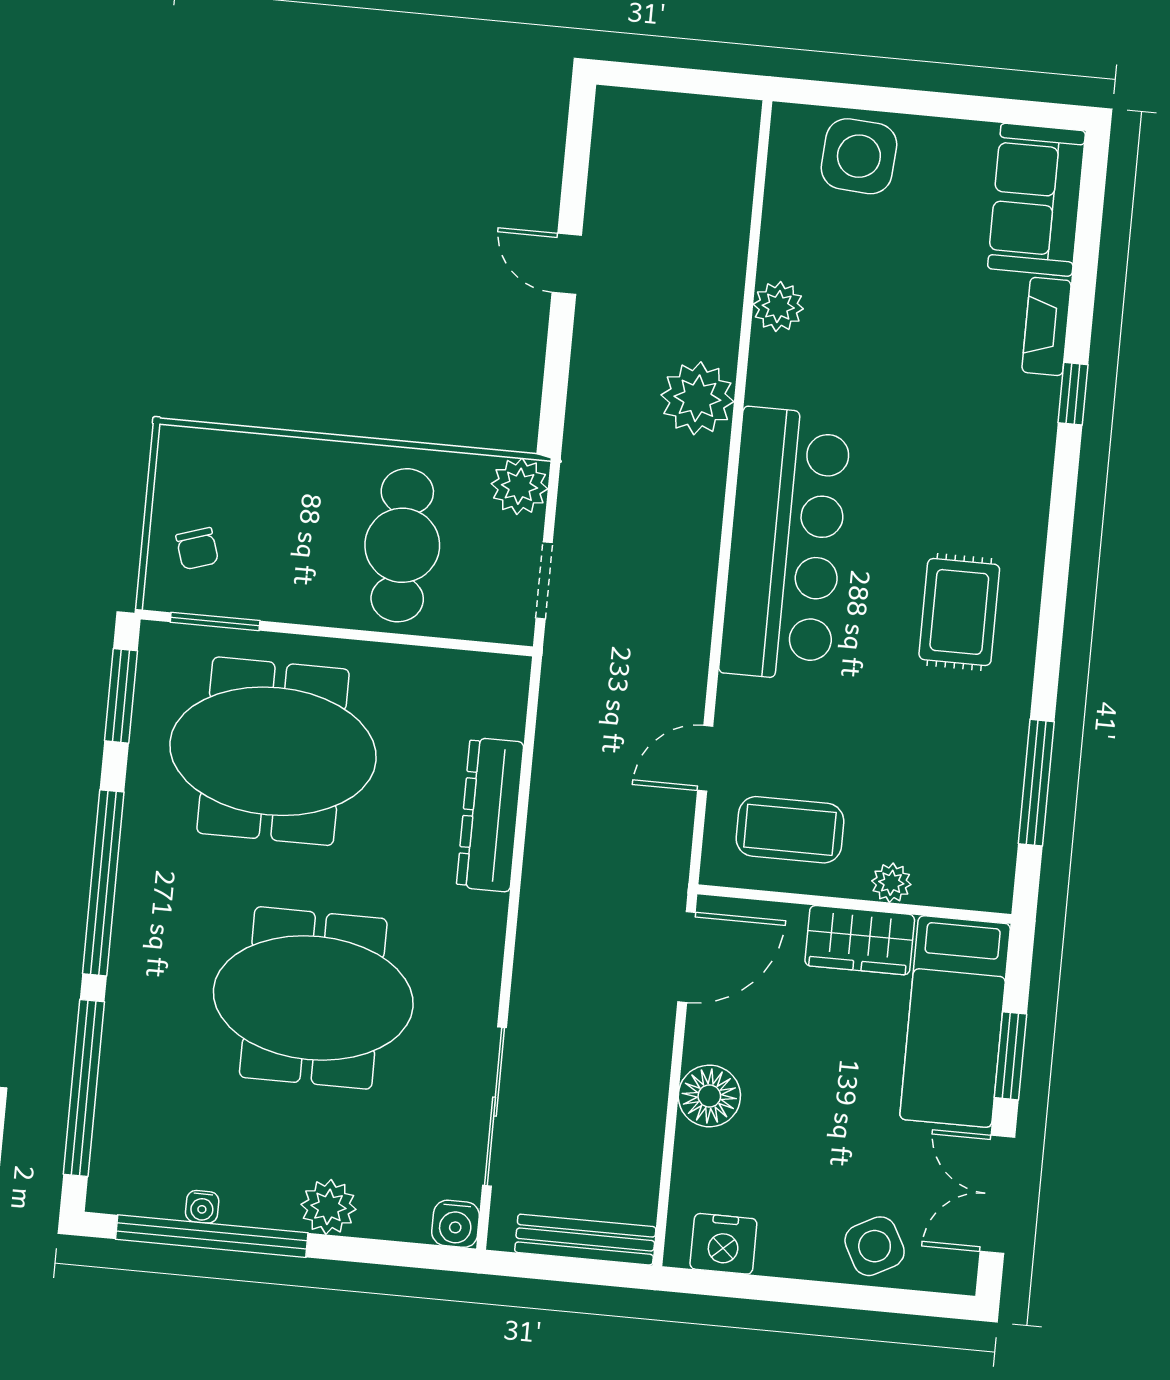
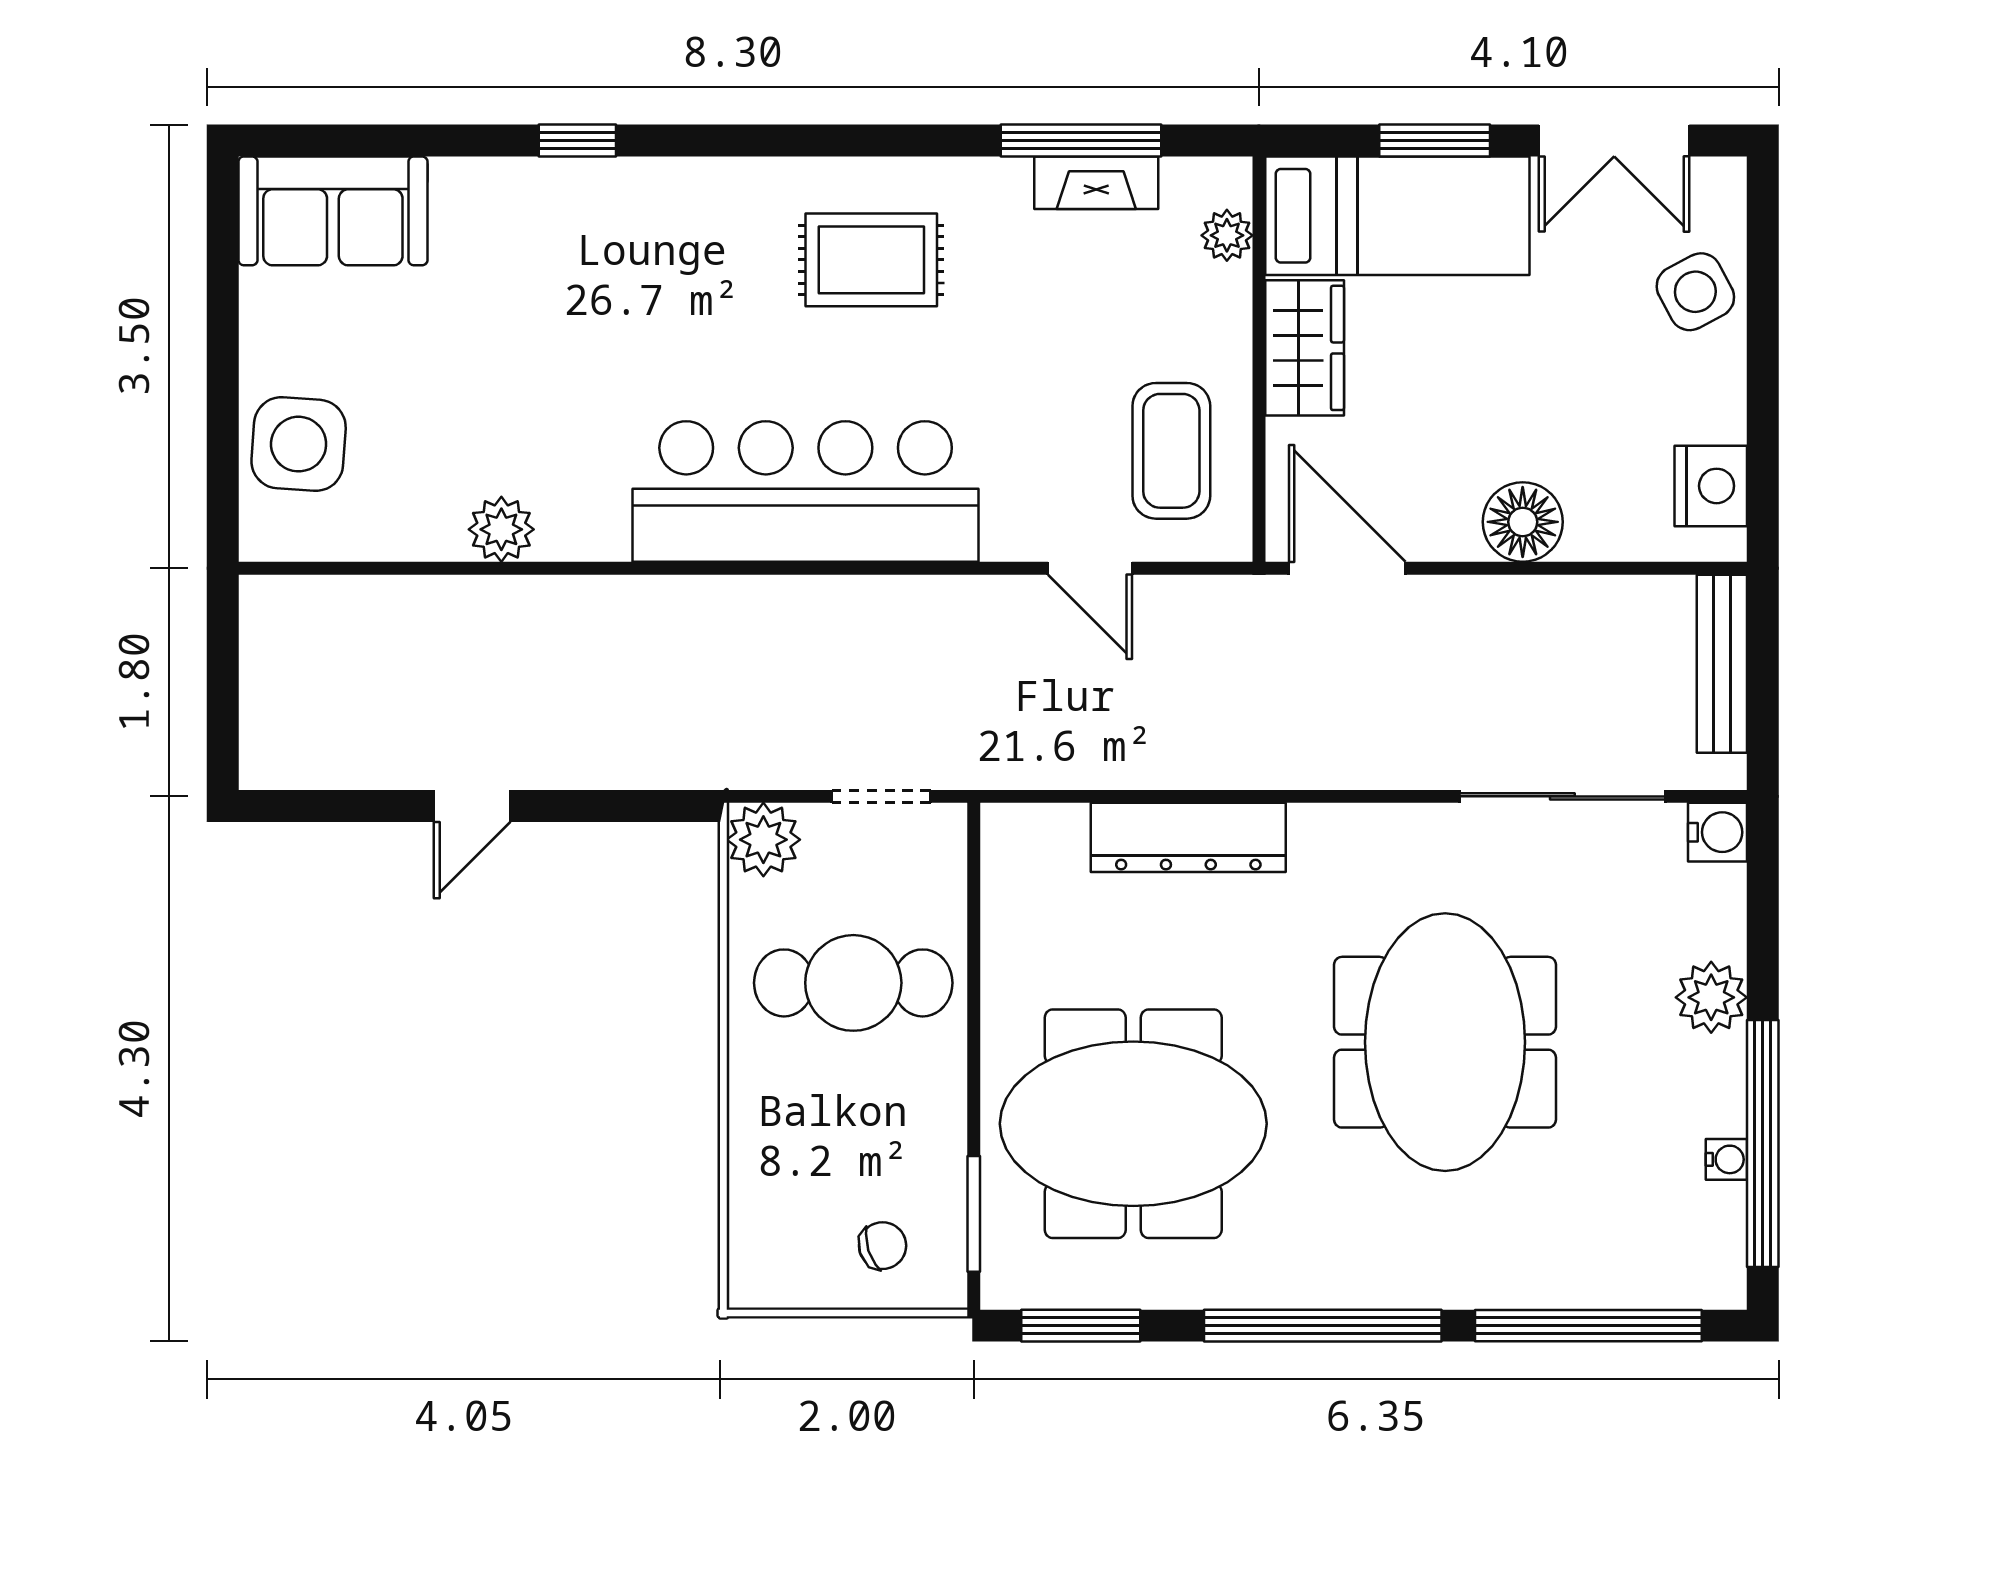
fireplace: (1047, 326) -> (1096, 183), moved
plant: (697, 398) -> (629, 622), removed
meeting table: (273, 751) -> (1133, 1124), turned 90
plant: (891, 883) -> (1227, 235), moved

